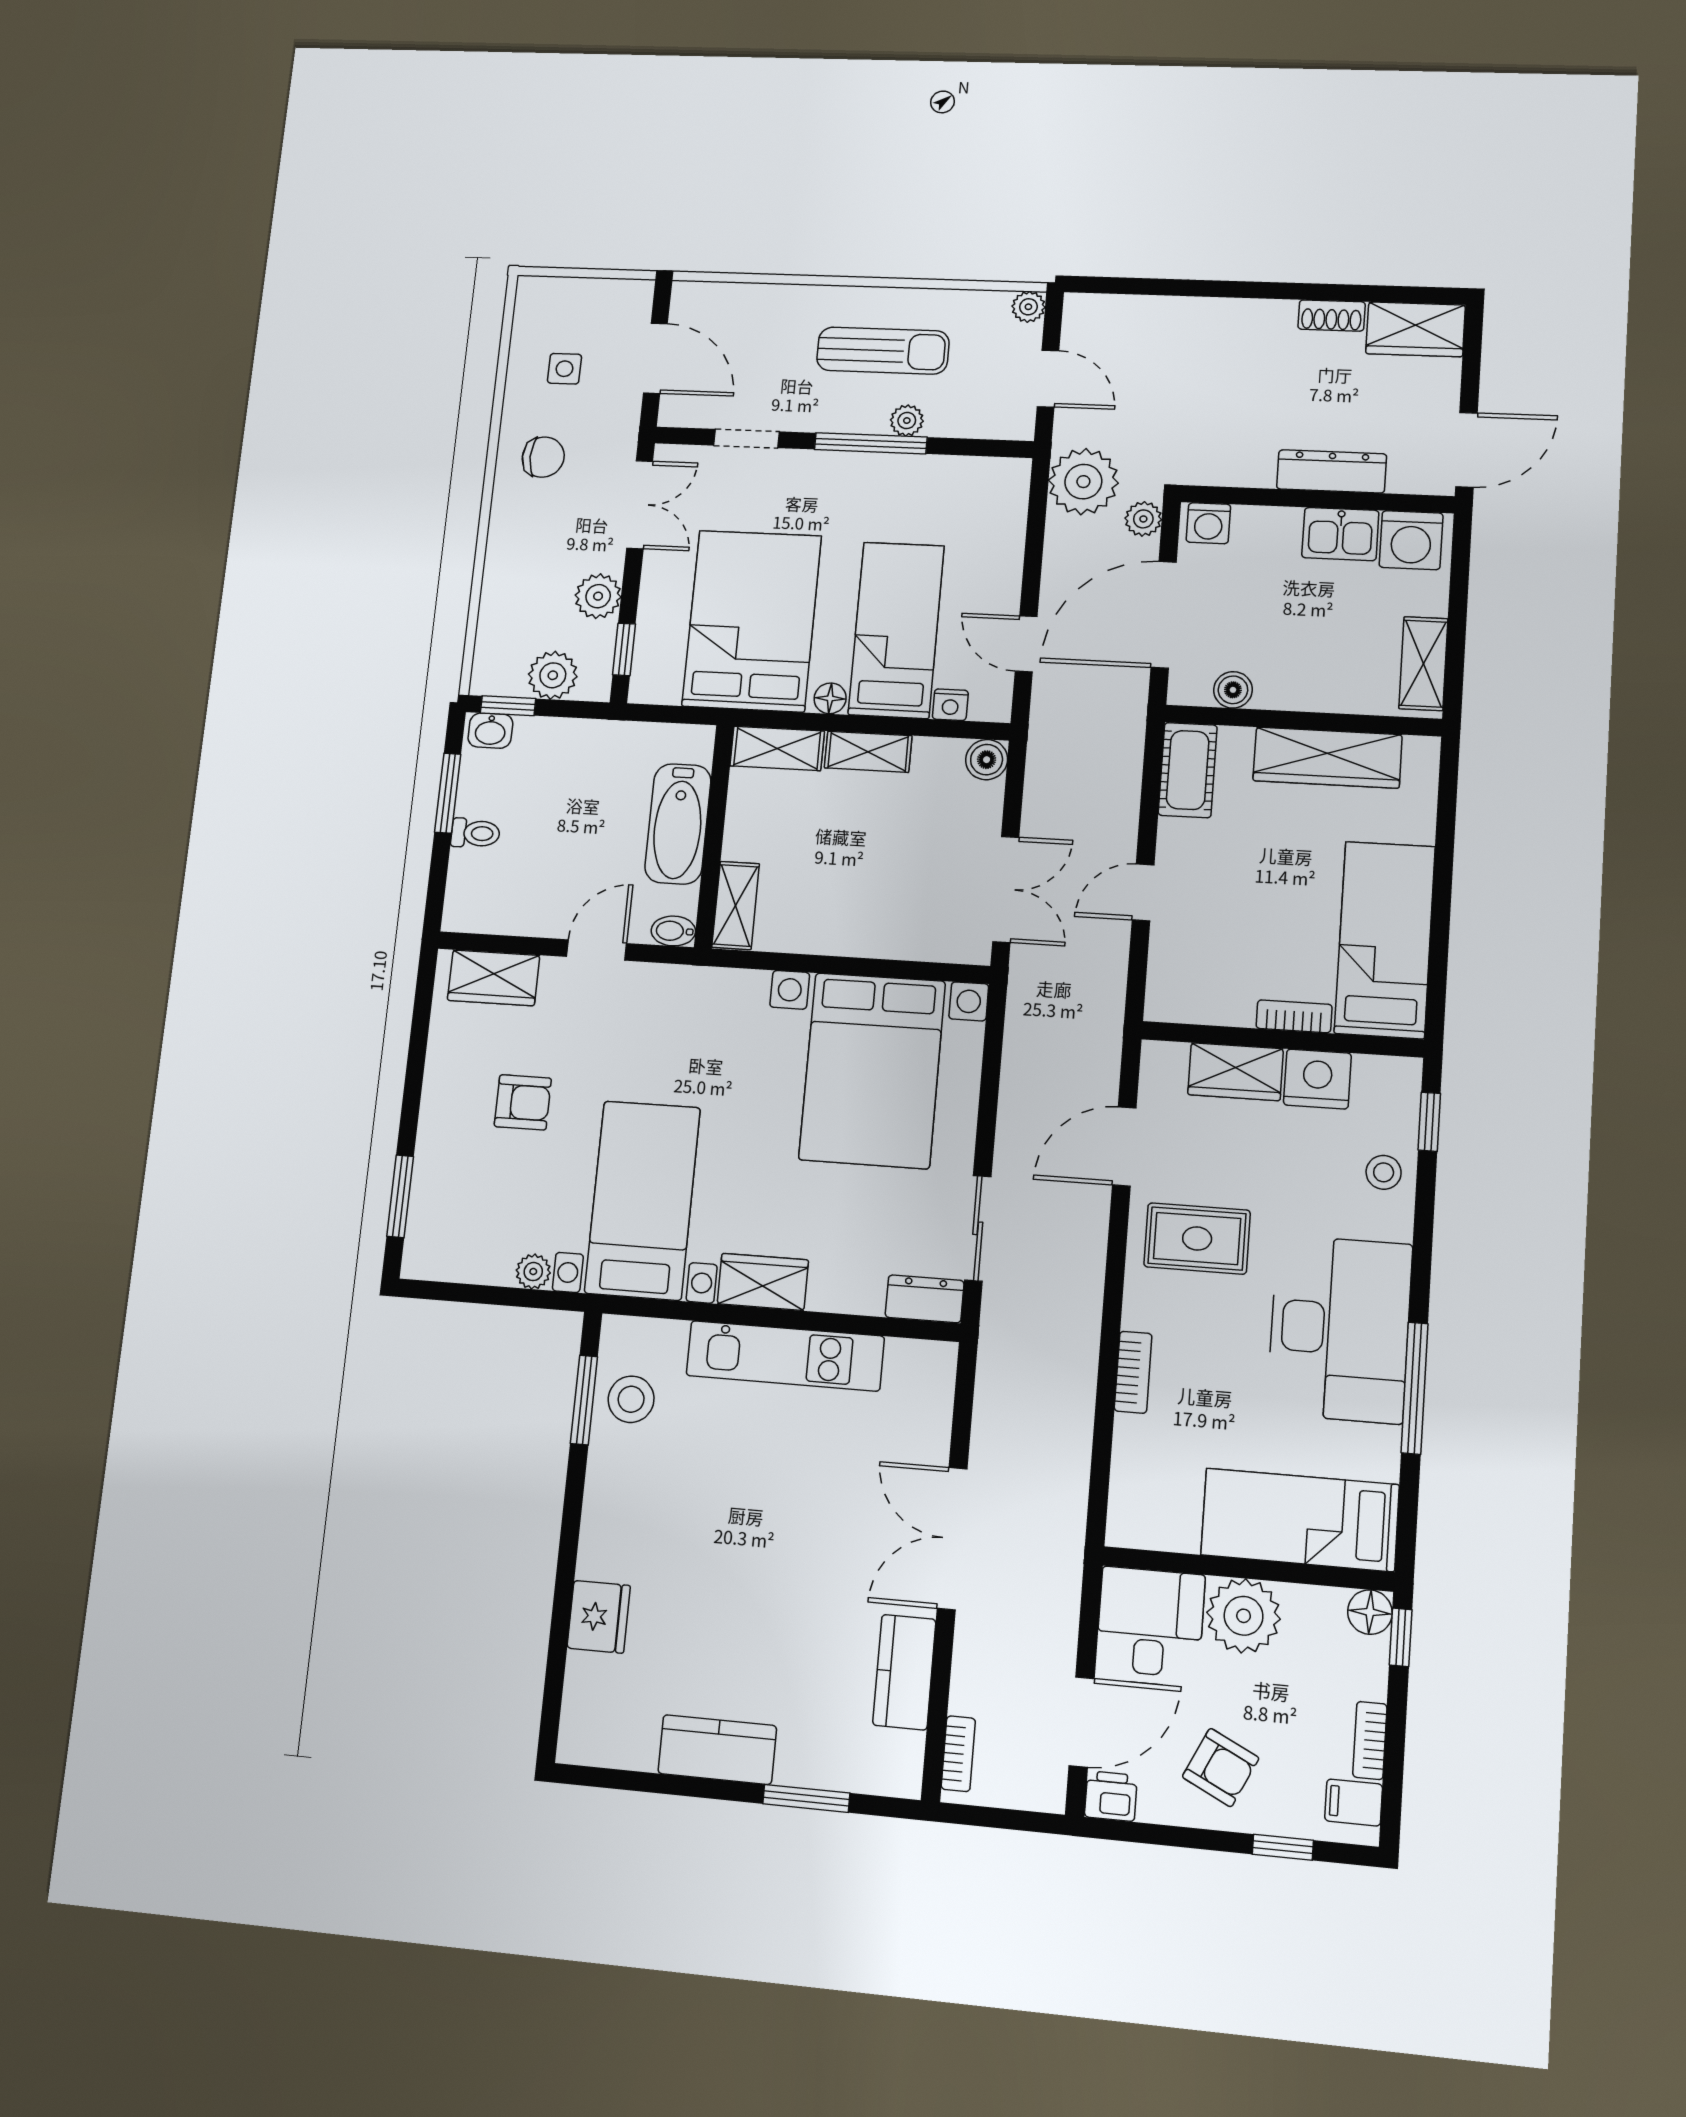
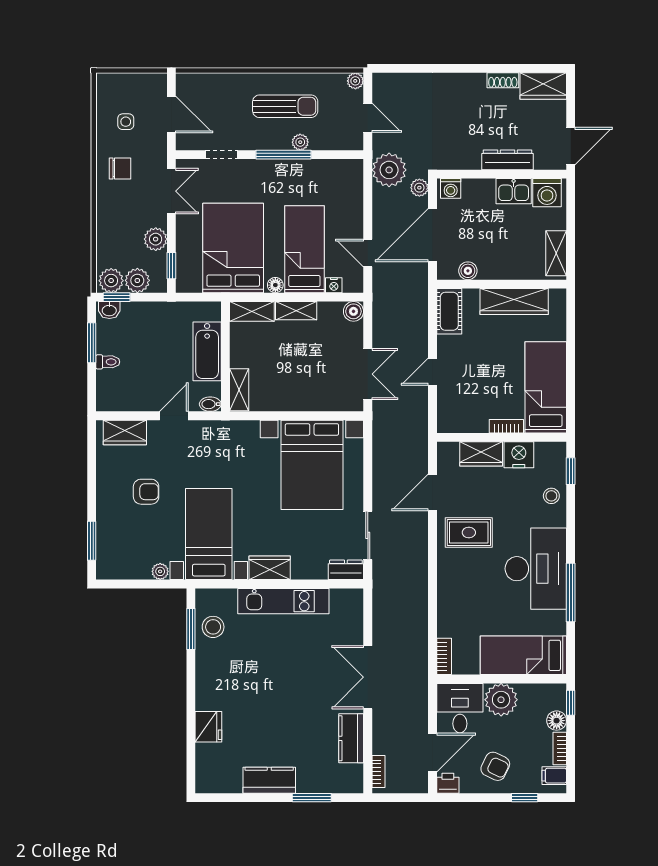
plant: (501, 673) -> (111, 281), added
bookcase: (1133, 1372) -> (444, 656), moved
floor lamp: (1370, 1612) -> (557, 721), moved

